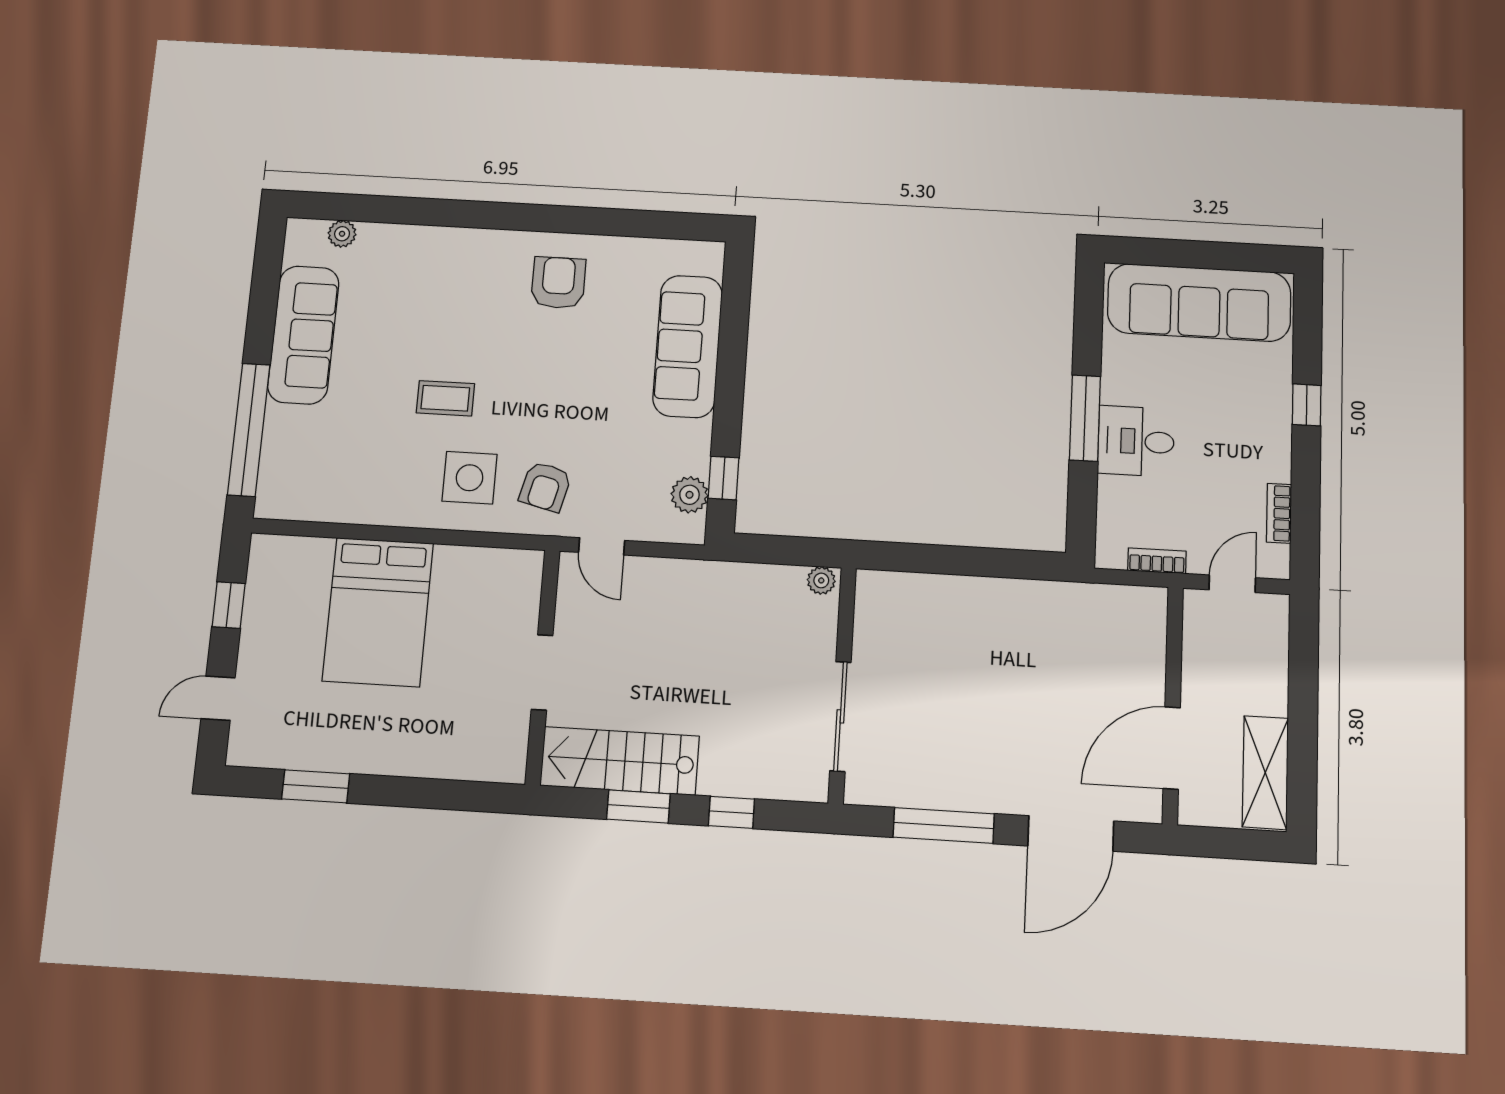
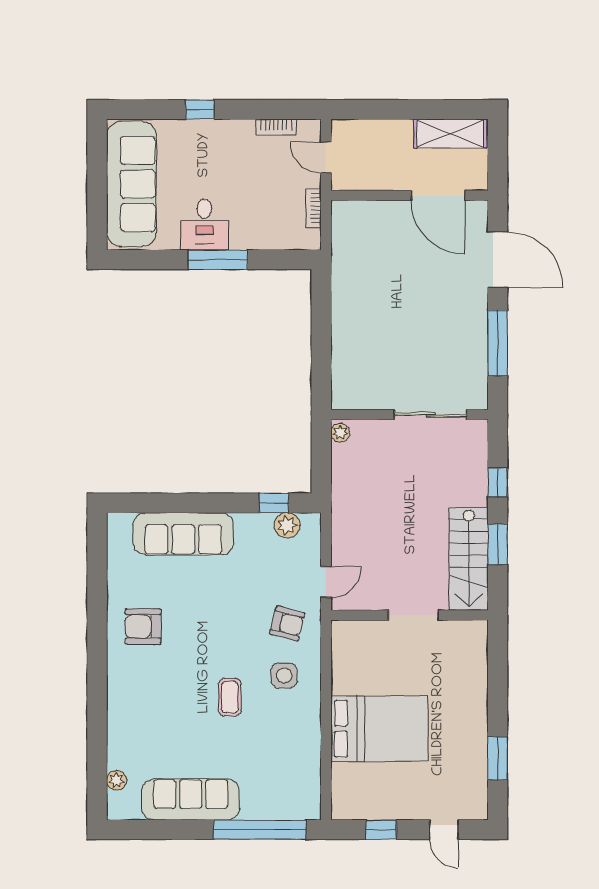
desk: (1136, 441) -> (204, 225), moved
side table: (469, 478) -> (284, 676), width x0.73, depth x0.73

